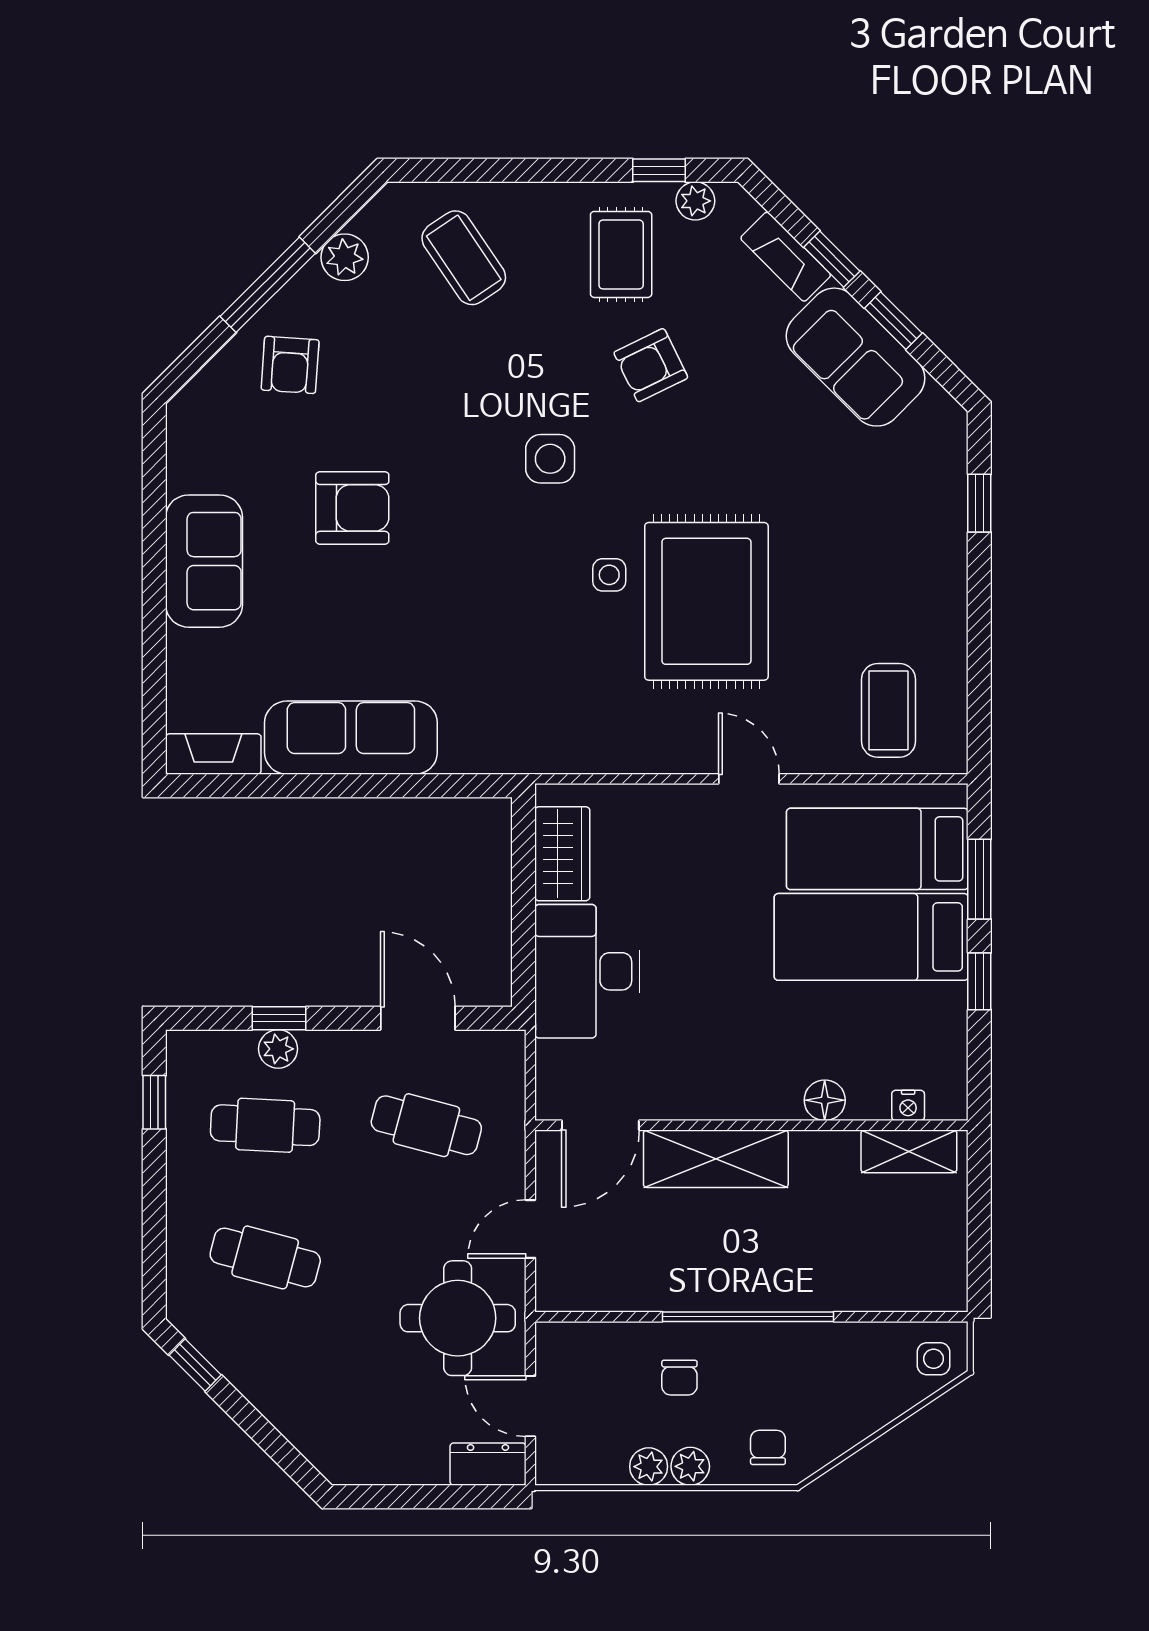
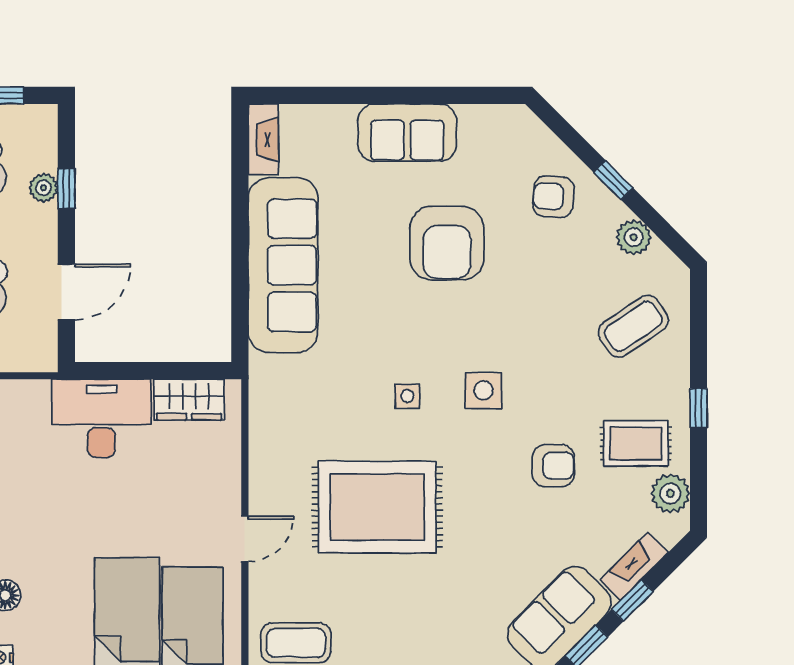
window: (659, 170) -> (698, 408), moved
plant: (695, 201) -> (670, 493), width x1.38, depth x1.38
window: (268, 285) -> (613, 180), width x0.46
armchair: (651, 365) -> (553, 466), turned 116
armchair: (352, 508) -> (447, 243), width x1.36, depth x1.36
side table: (609, 575) -> (407, 396), moved
sofa: (351, 738) -> (283, 265), width x1.36, depth x1.27

